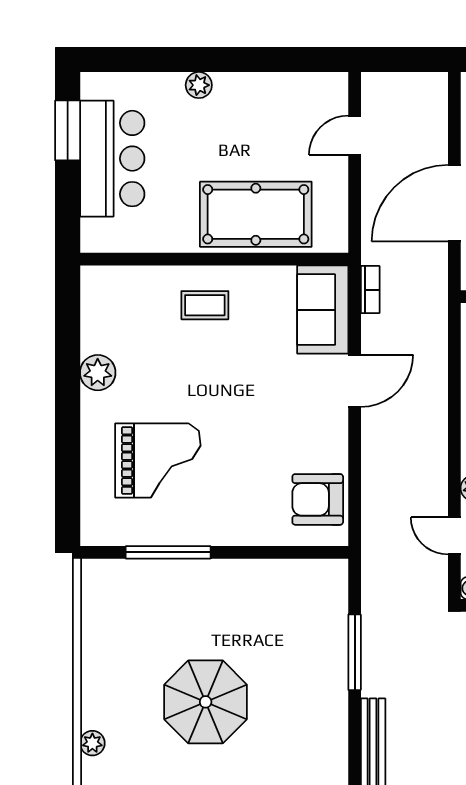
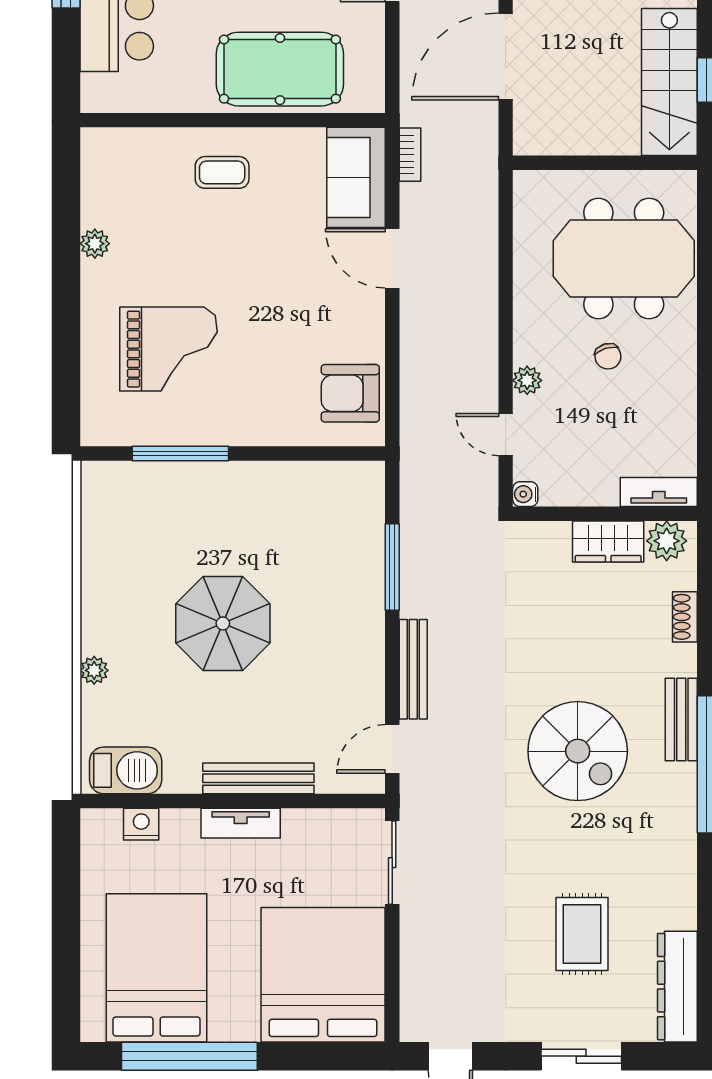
plant: (98, 373) -> (95, 244), width x0.73, depth x0.73
door: (355, 381) -> (392, 258), swing flipped

